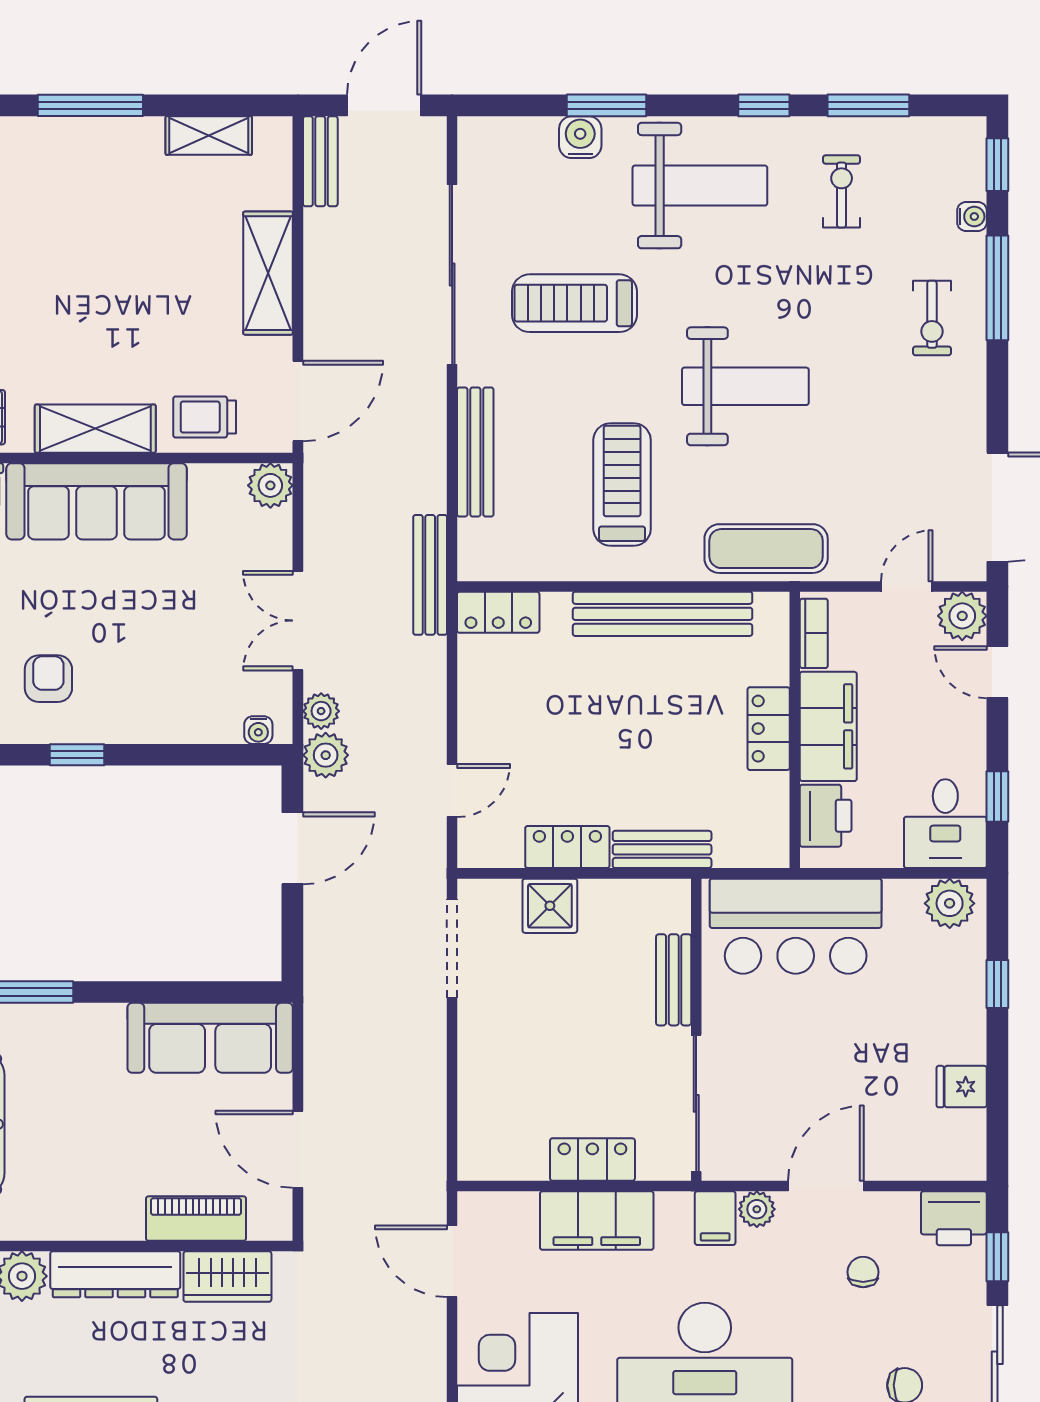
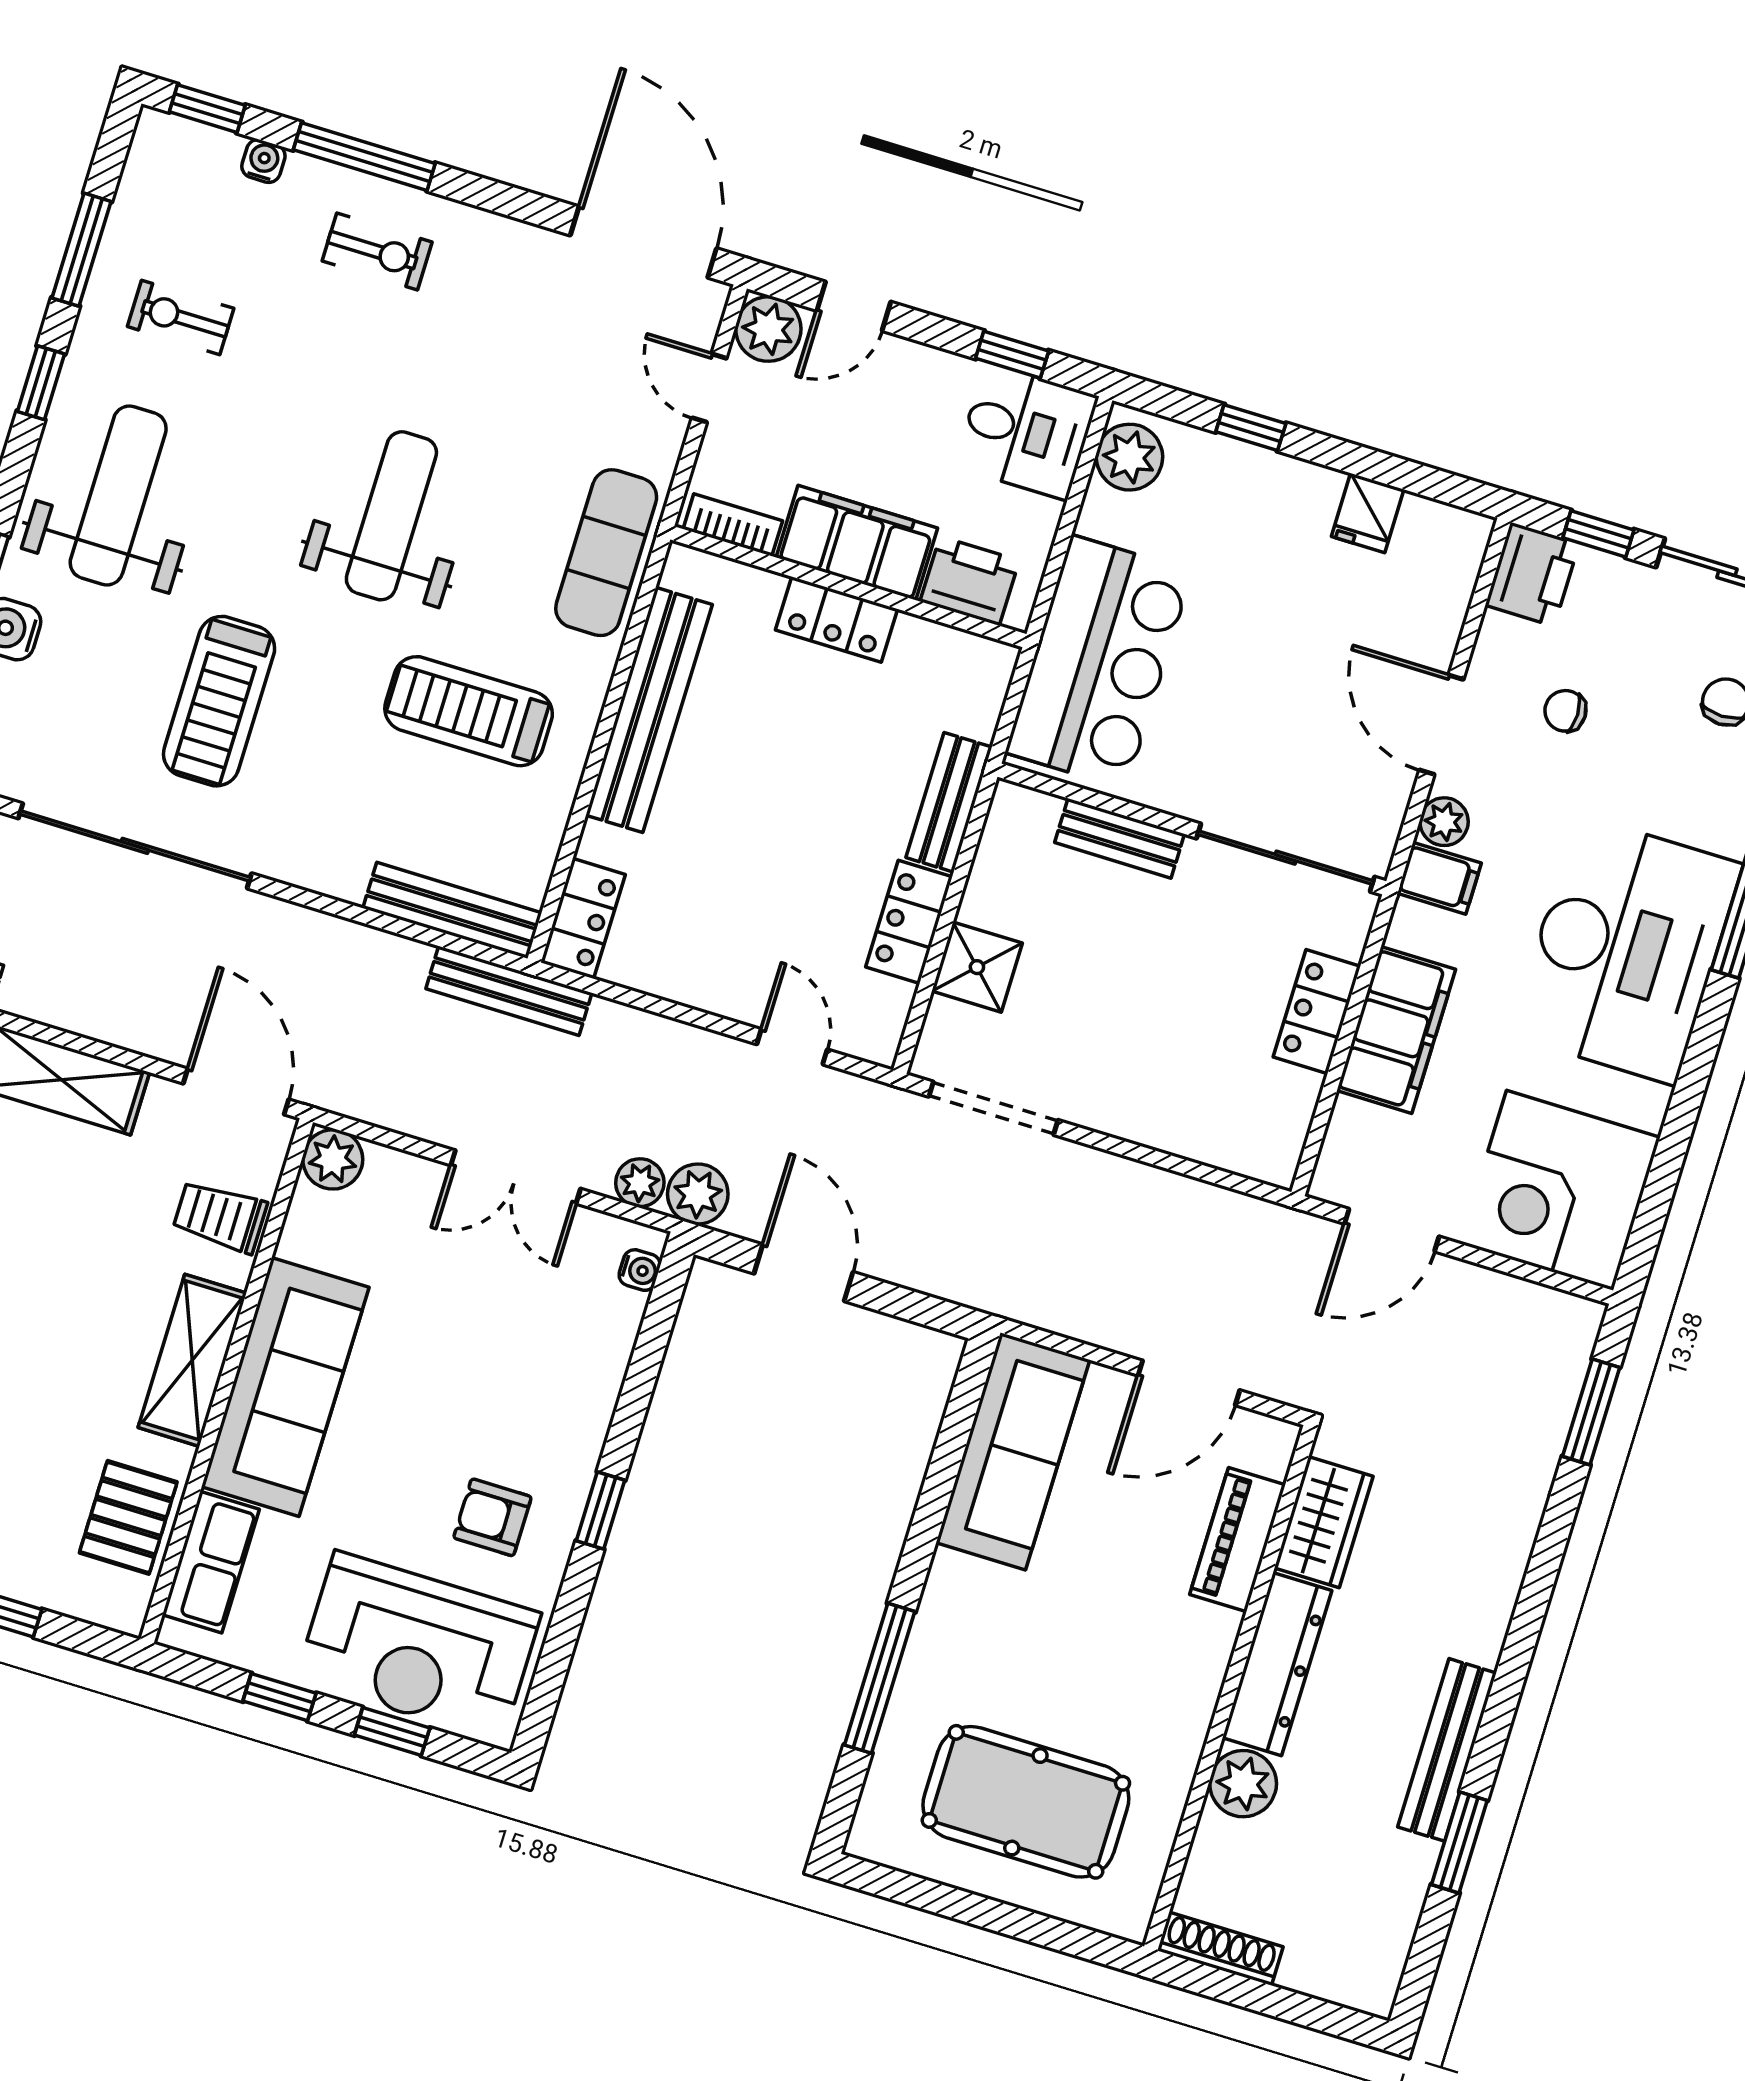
trolley: (205, 417) -> (220, 1217), turned 90
bench: (475, 452) -> (452, 910), moved

